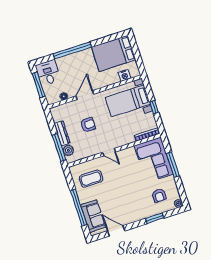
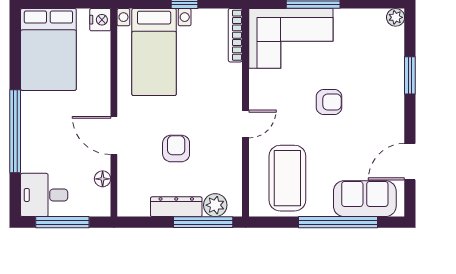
nightstand: (125, 75) -> (100, 20), moved
coffee table: (91, 179) -> (287, 178), width x1.36, depth x1.32
armchair: (159, 195) -> (329, 102), moved

